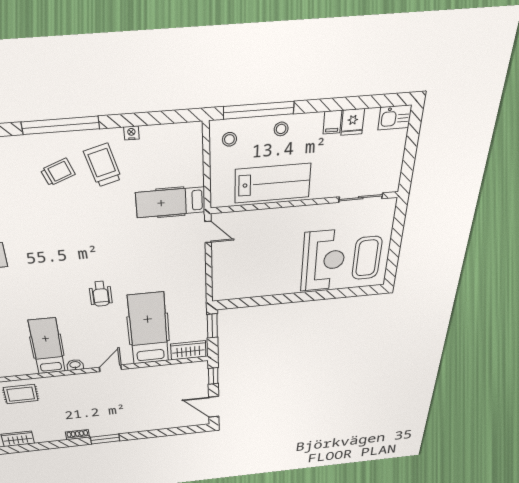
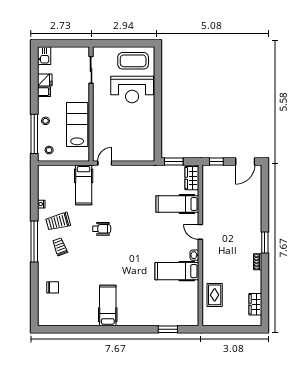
reception desk: (323, 261) -> (132, 90), turned 180
wheelchair: (101, 294) -> (102, 229), moved
hospital bed: (148, 329) -> (177, 204), width x0.73, depth x0.78

